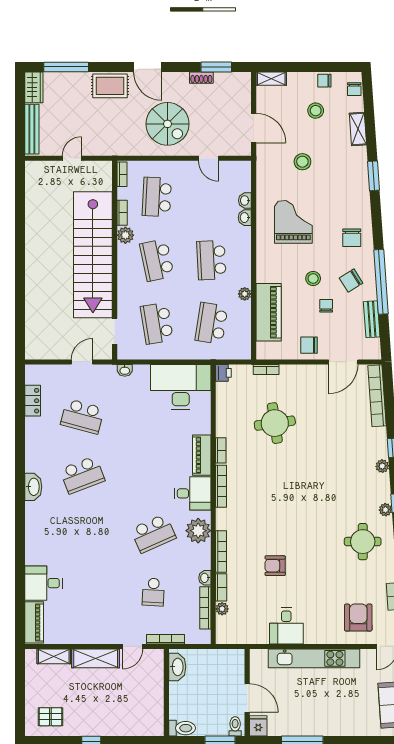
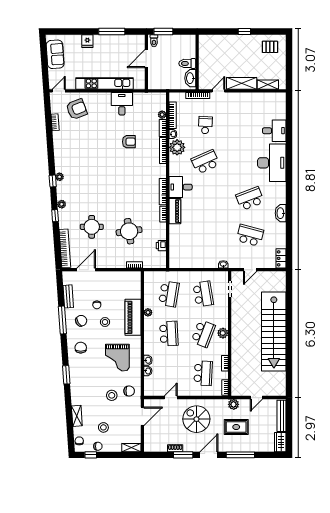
window: (66, 67) -> (240, 455), moved
door: (148, 67) -> (209, 455), hinge flipped
window: (216, 67) -> (183, 455), moved
window: (336, 67) -> (91, 455), added
rug: (110, 86) -> (236, 427), moved
door: (254, 128) -> (142, 416), swing flipped
plant: (108, 147) -> (234, 404), added
door: (209, 158) -> (171, 397), hinge flipped
window: (374, 176) -> (66, 375), moved
plant: (125, 235) -> (223, 333), moved
stairs: (93, 255) -> (274, 332), moved, turned 180
school desk: (157, 260) -> (203, 334), turned 33
window: (381, 282) -> (62, 320), width x0.68
piano: (269, 312) -> (133, 317), moved
chair: (309, 345) -> (129, 391), moved
printer: (223, 373) -> (161, 246), moved
desk: (181, 387) -> (272, 163), moved, turned -90
locker: (33, 401) -> (281, 258), moved
washbasin: (33, 487) -> (281, 213), moved
plant: (198, 531) -> (177, 147), moved
round table: (363, 542) -> (92, 227), moved
armchair: (358, 618) -> (77, 109), turned -111
piano: (34, 622) -> (280, 106), removed
door: (247, 698) -> (146, 59), hinge flipped
fridge: (258, 726) -> (87, 41), moved
toilet: (182, 728) -> (187, 63), moved

